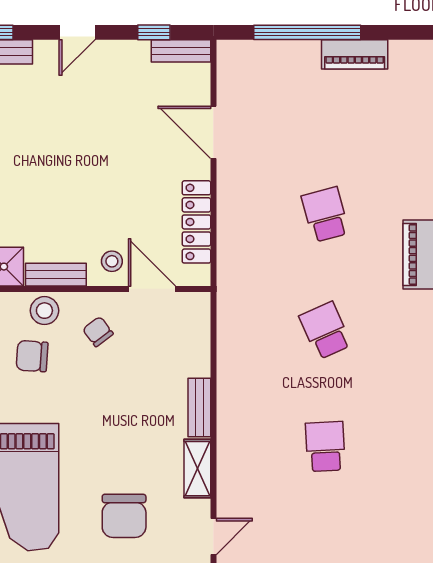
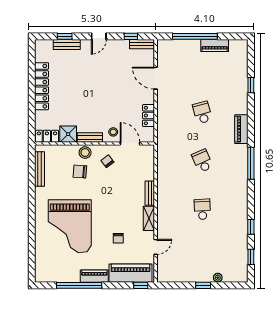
locker: (196, 222) -> (149, 116), width x0.66
chair: (124, 516) -> (118, 238), width x0.54, depth x0.54

